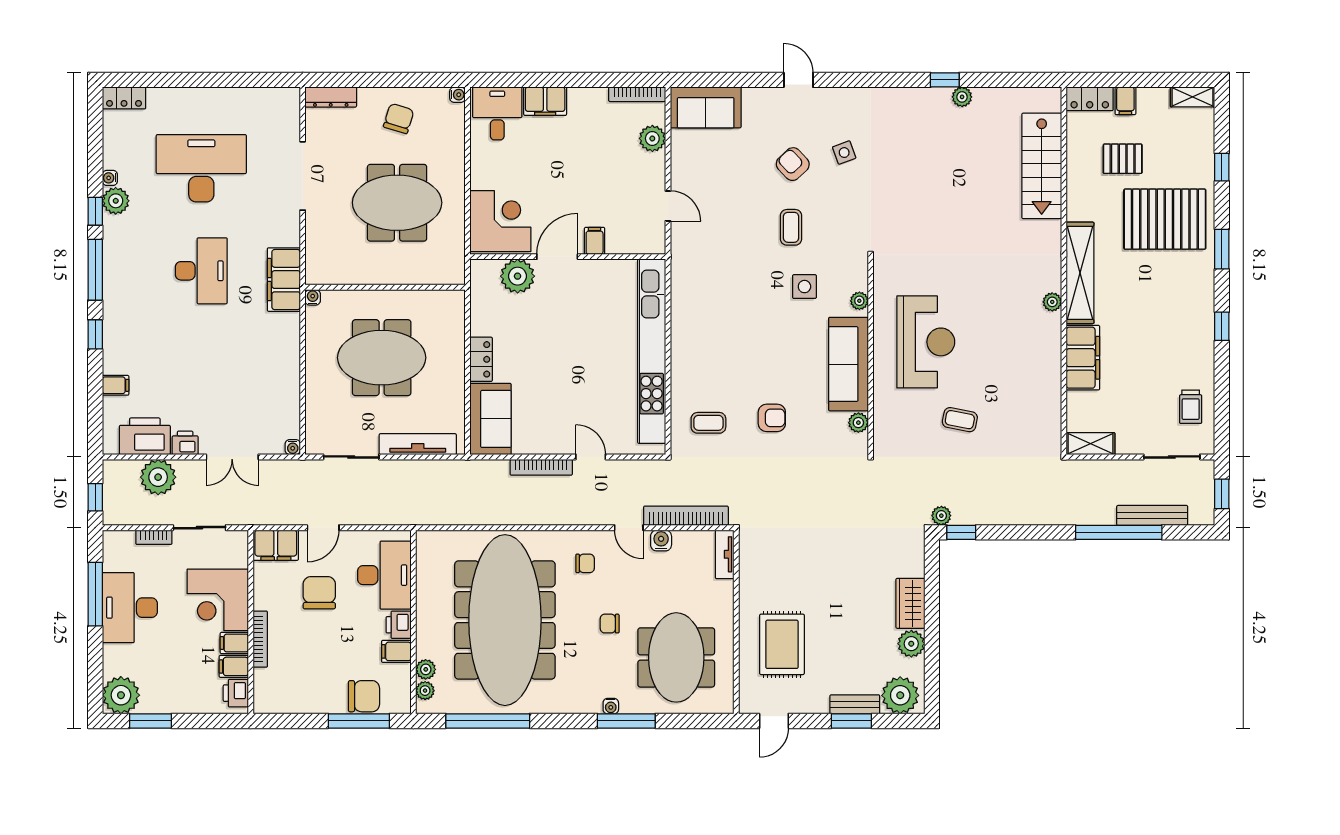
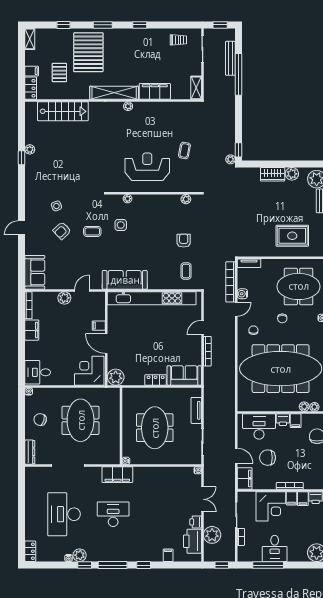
filing cabinet: (545, 101) -> (32, 330), moved
plant: (652, 138) -> (64, 298), moved
plant: (518, 276) -> (116, 377), moved
sofa: (848, 364) -> (125, 280), moved, turned 180
tv unit: (418, 444) -> (196, 410), width x0.71
desk: (130, 608) -> (275, 548), width x0.73

